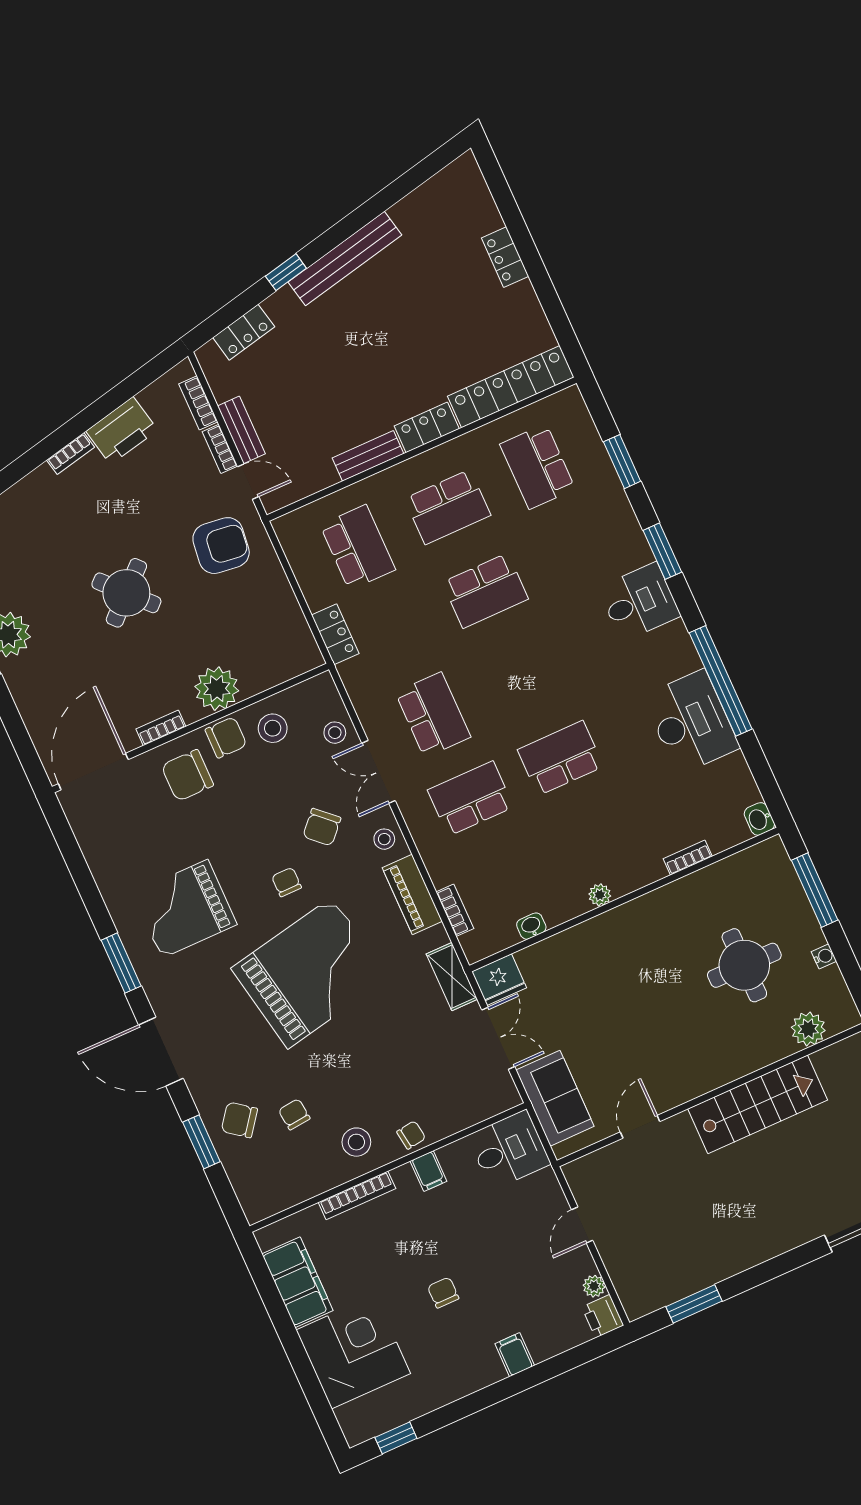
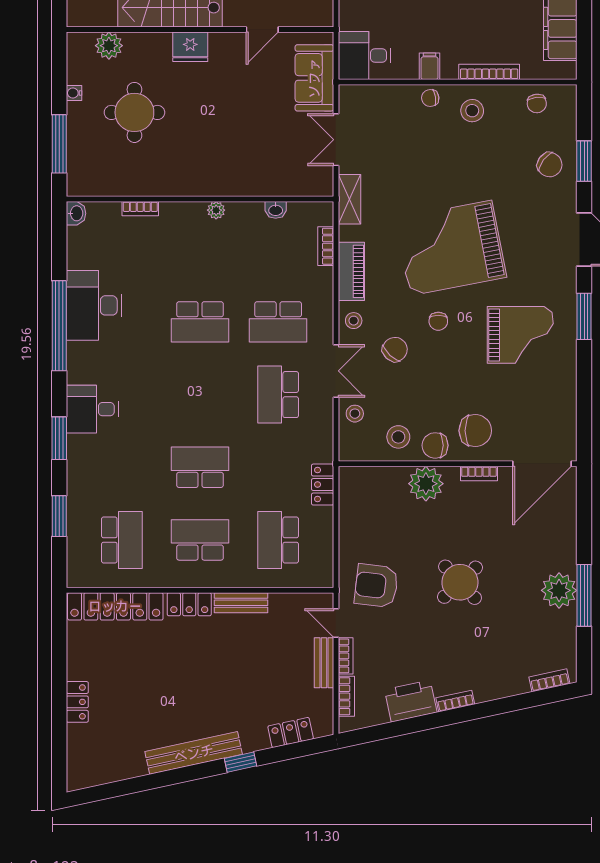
fridge: (499, 980) -> (190, 47), moved, turned 180
chair: (294, 1114) -> (537, 103), moved

